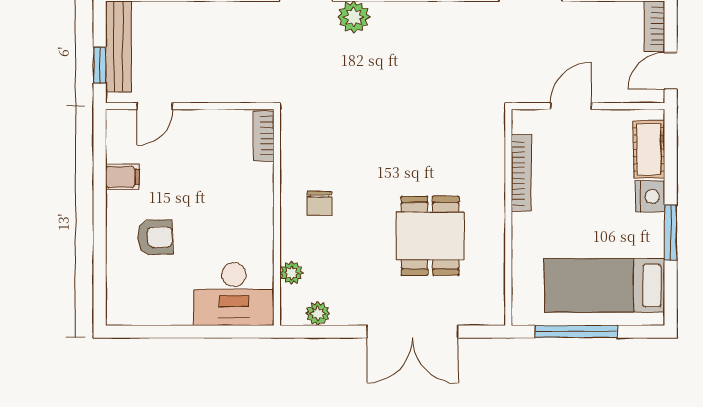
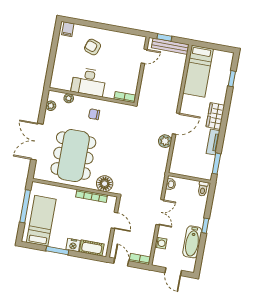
door: (155, 106) -> (144, 56), swing flipped
floor lamp: (485, 147) -> (105, 184), added
filing cabinet: (122, 177) -> (68, 29), moved
dining table: (430, 236) -> (73, 156), width x1.88, depth x1.24
armchair: (155, 237) -> (93, 47), turned 111
desk: (234, 294) -> (89, 82), moved, turned -90

